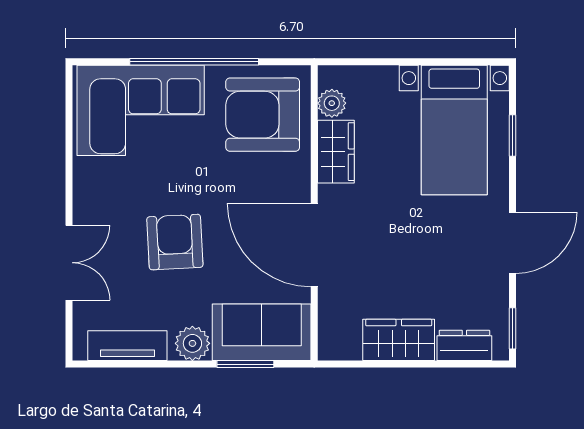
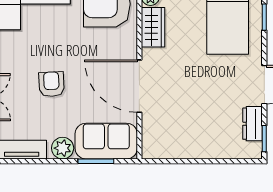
armchair: (175, 242) -> (51, 84), width x0.72, depth x0.72
wardrobe: (399, 340) -> (193, 146), removed
dresser: (464, 345) -> (253, 124), moved, turned -90

